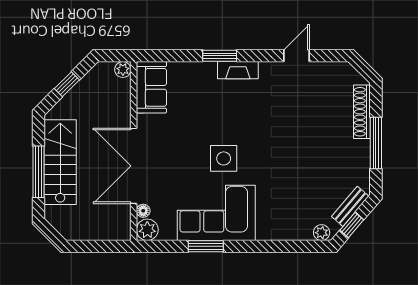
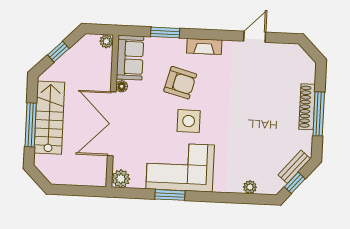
window: (220, 56) -> (165, 32), moved
shoe rack: (362, 112) -> (307, 107), moved
armchair: (212, 114) -> (180, 83), added
floor lamp: (143, 211) -> (122, 86), moved
plant: (322, 233) -> (250, 187), moved

